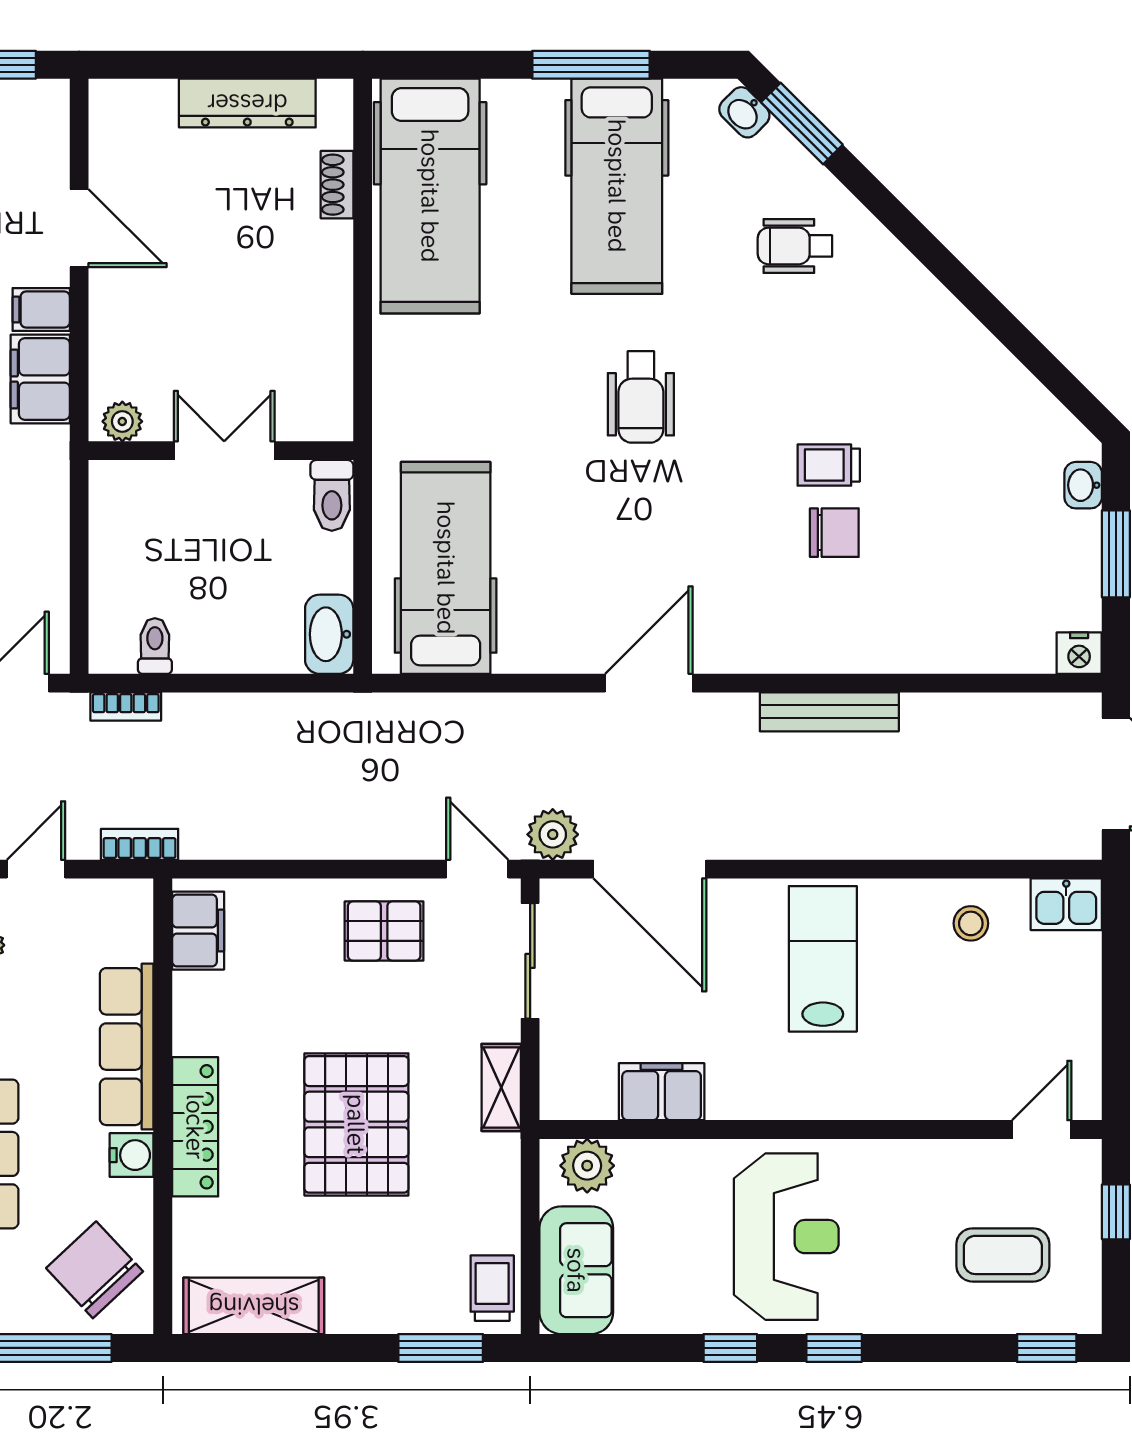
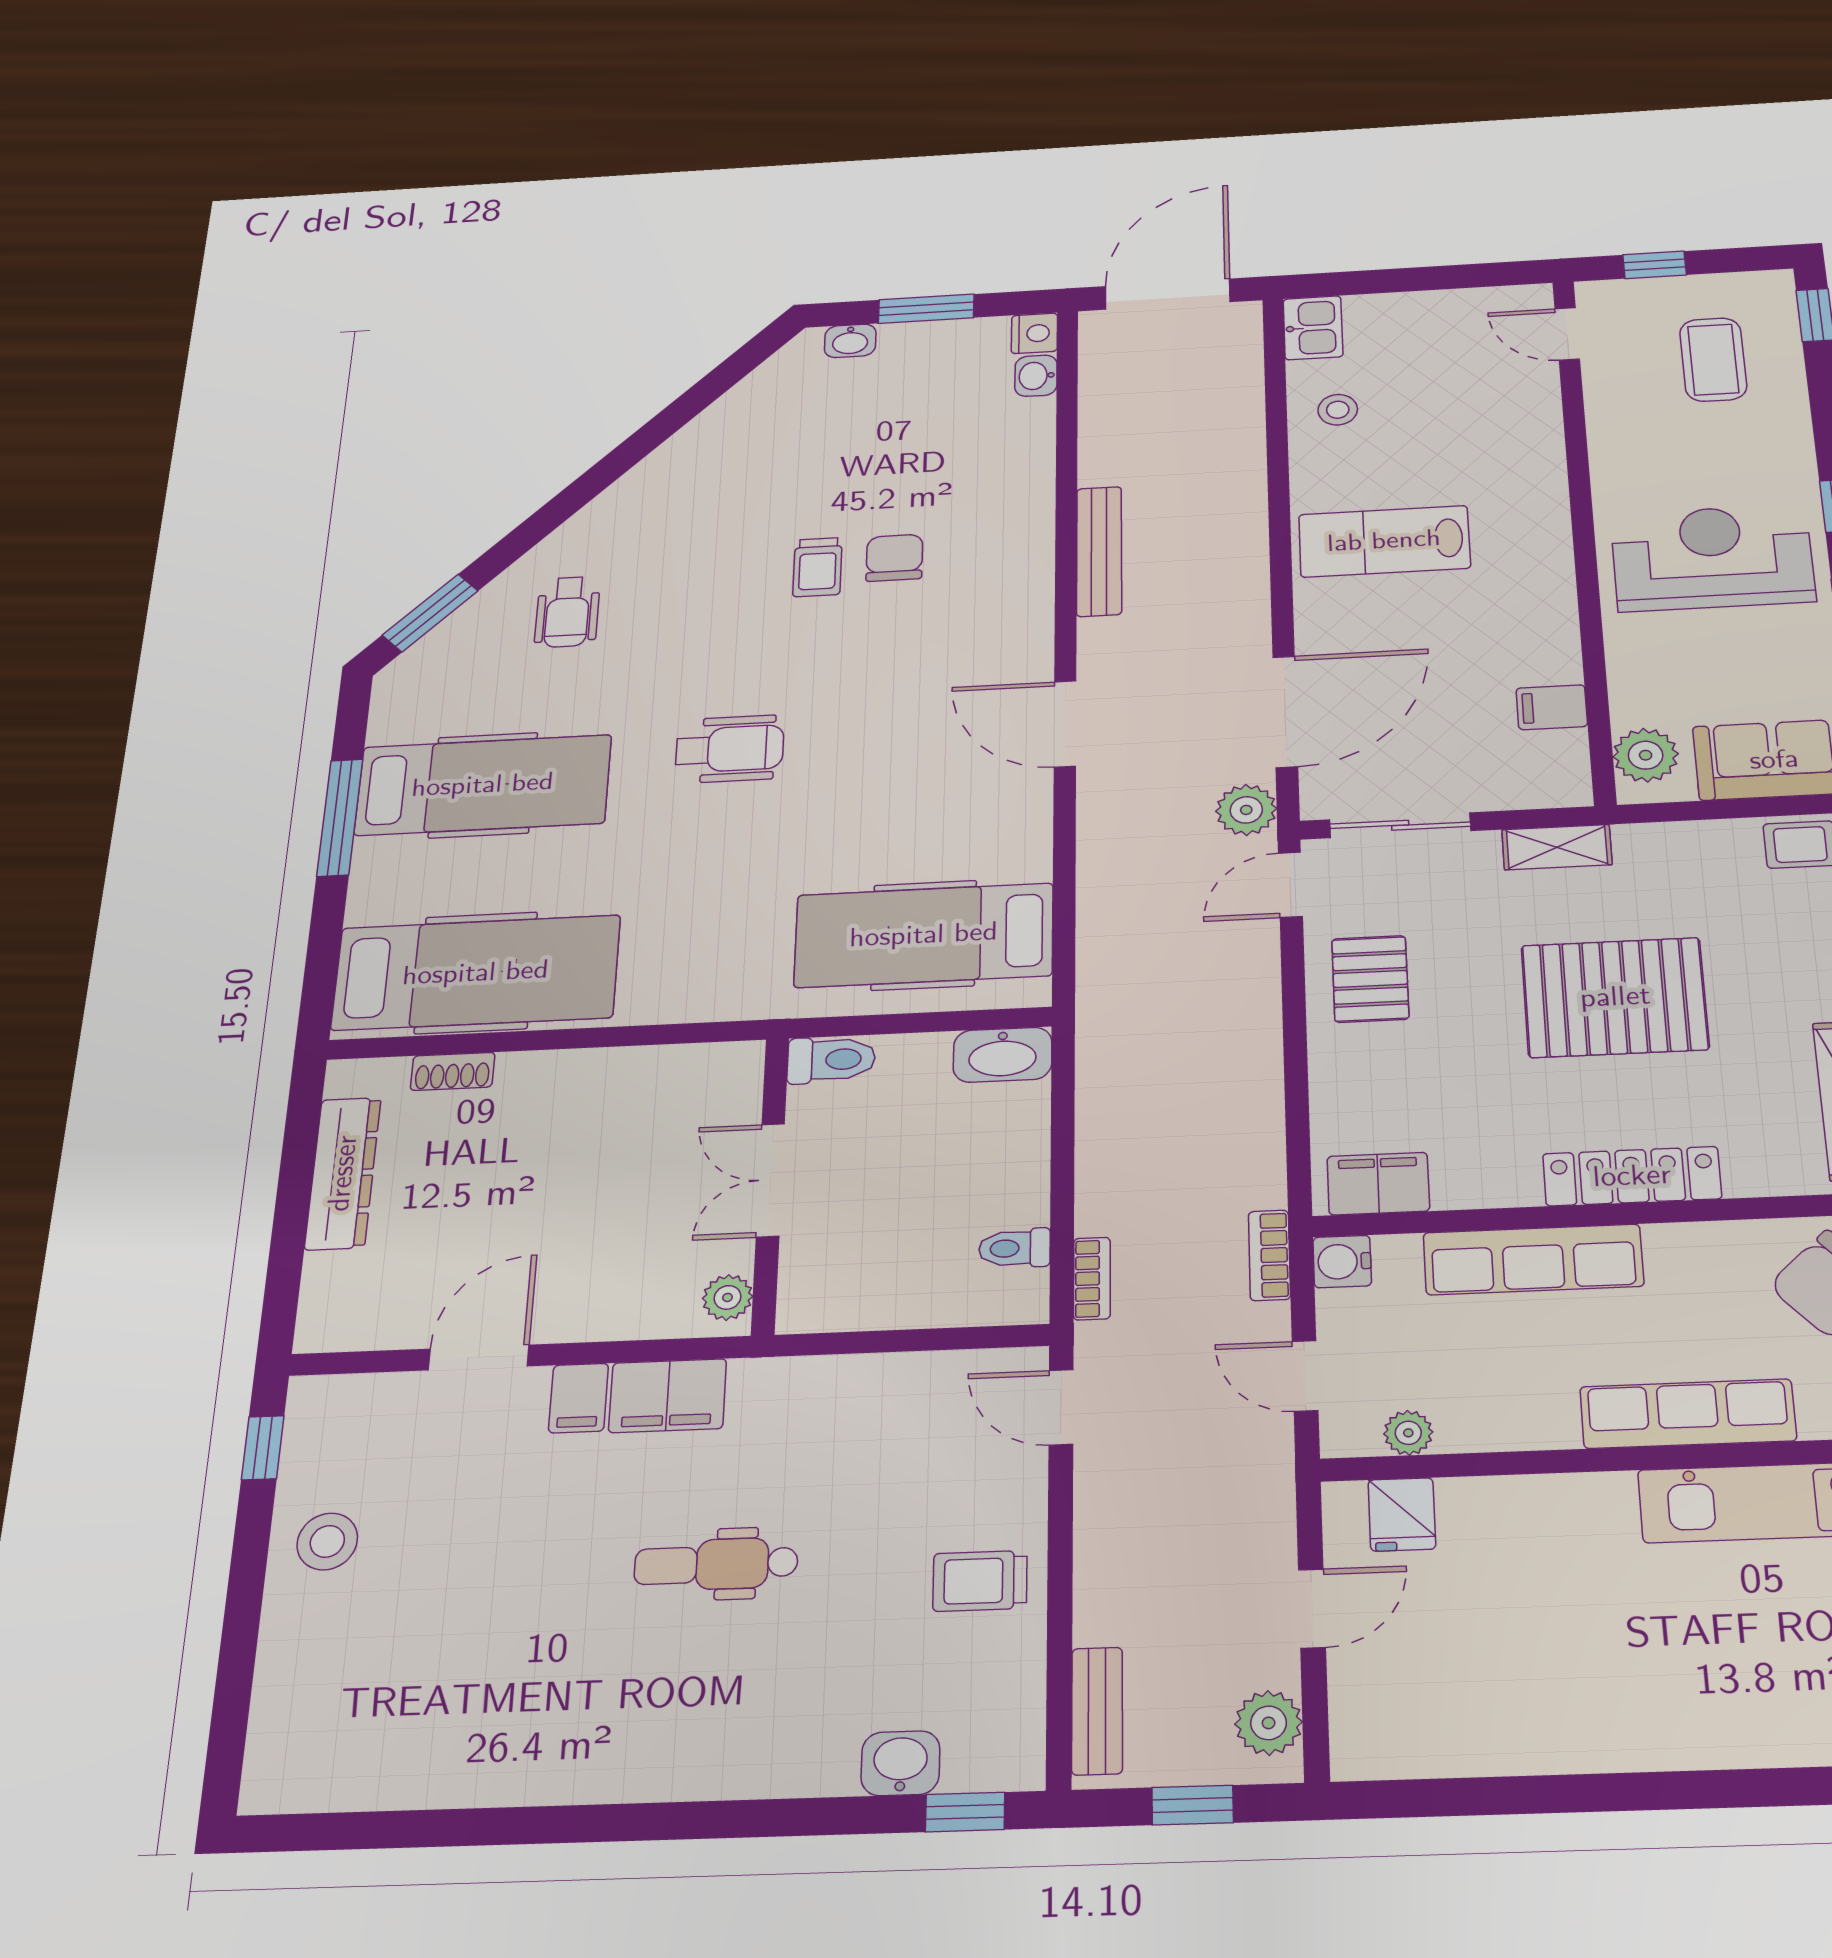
washbasin: (744, 112) -> (1036, 376), moved, turned 135
filing cabinet: (662, 1092) -> (1552, 707), width x0.50
water cooler: (132, 1155) -> (1342, 1262), moved, turned -90

